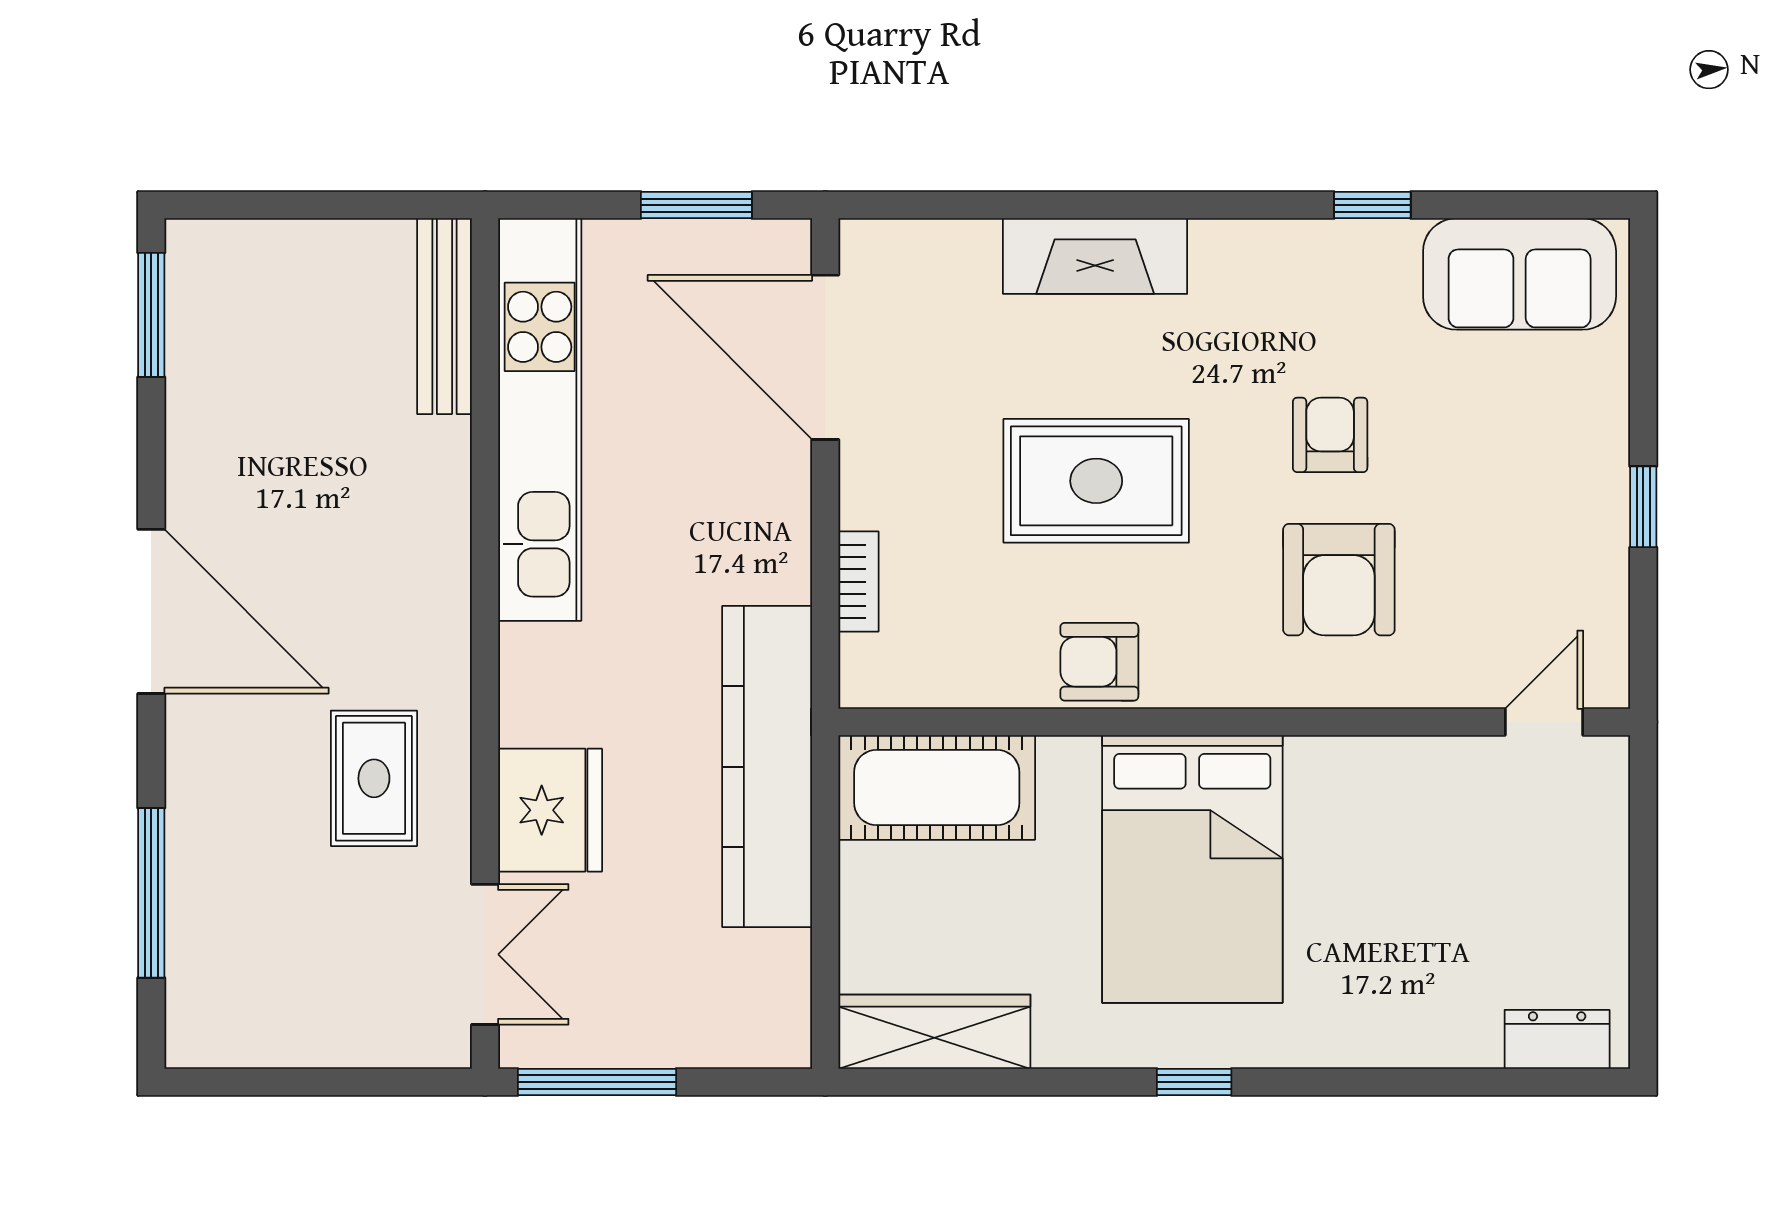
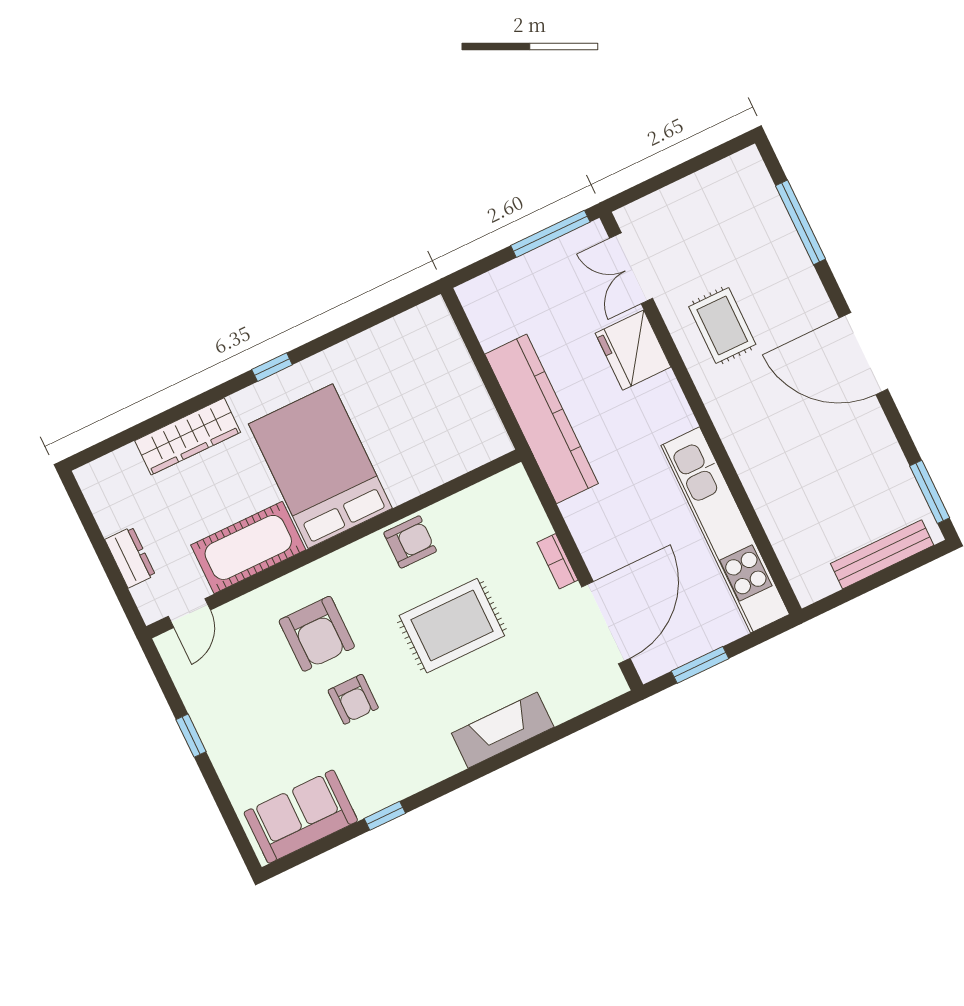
bench: (444, 316) -> (882, 554), moved, turned 90
door: (825, 357) -> (606, 623), hinge flipped
armchair: (1339, 580) -> (317, 634), turned 180
bookcase: (858, 582) -> (557, 561), moved
cot: (937, 787) -> (248, 547), moved
wardrobe: (934, 1032) -> (188, 436), moved
dresser: (1557, 1039) -> (130, 557), moved, turned -90

